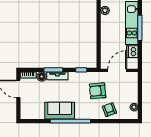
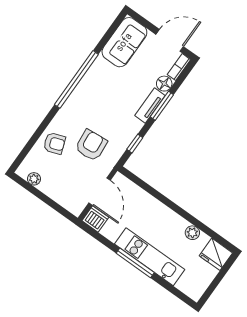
dishwasher: (132, 52) -> (95, 219), moved
sofa: (60, 111) -> (124, 42), moved

